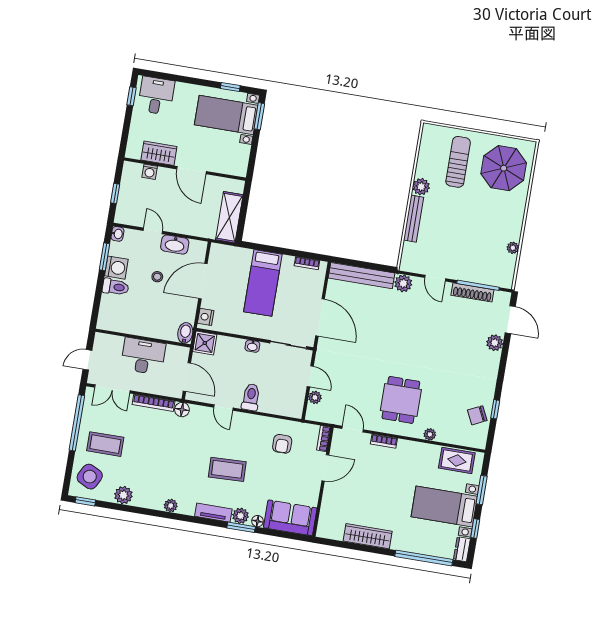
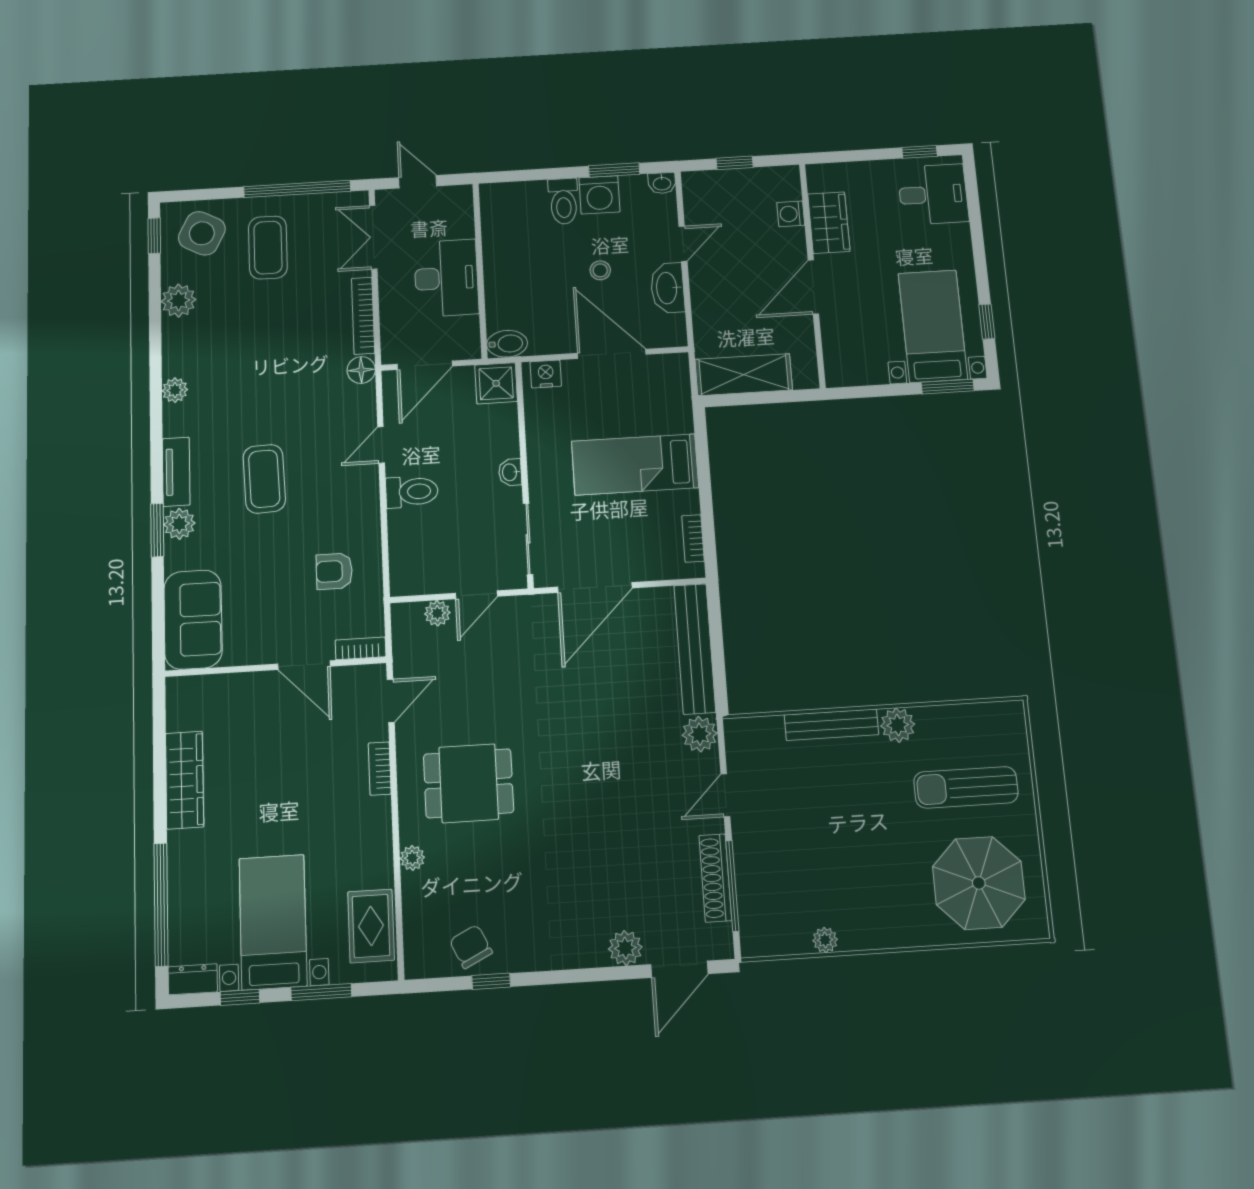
sun lounger: (458, 162) -> (966, 787), turned 180
floor lamp: (258, 521) -> (175, 558), removed

